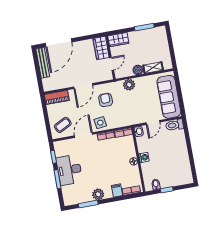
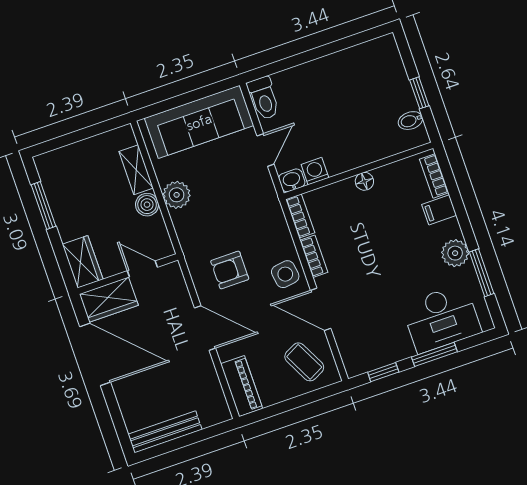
door: (59, 43) -> (95, 354), moved
plant: (129, 85) -> (177, 195), moved
door: (153, 122) -> (265, 150), hinge flipped
washing machine: (144, 157) -> (315, 171), moved
desk: (69, 170) -> (441, 318), moved

